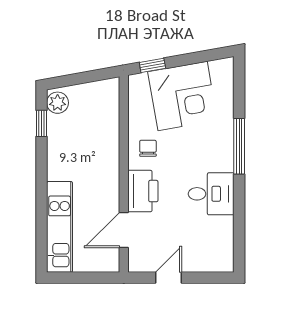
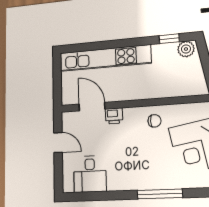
printer: (143, 191) -> (114, 116), width x0.53, depth x0.68
desk: (211, 194) -> (90, 174), moved
kitchen unit: (60, 227) -> (105, 58), width x1.36

